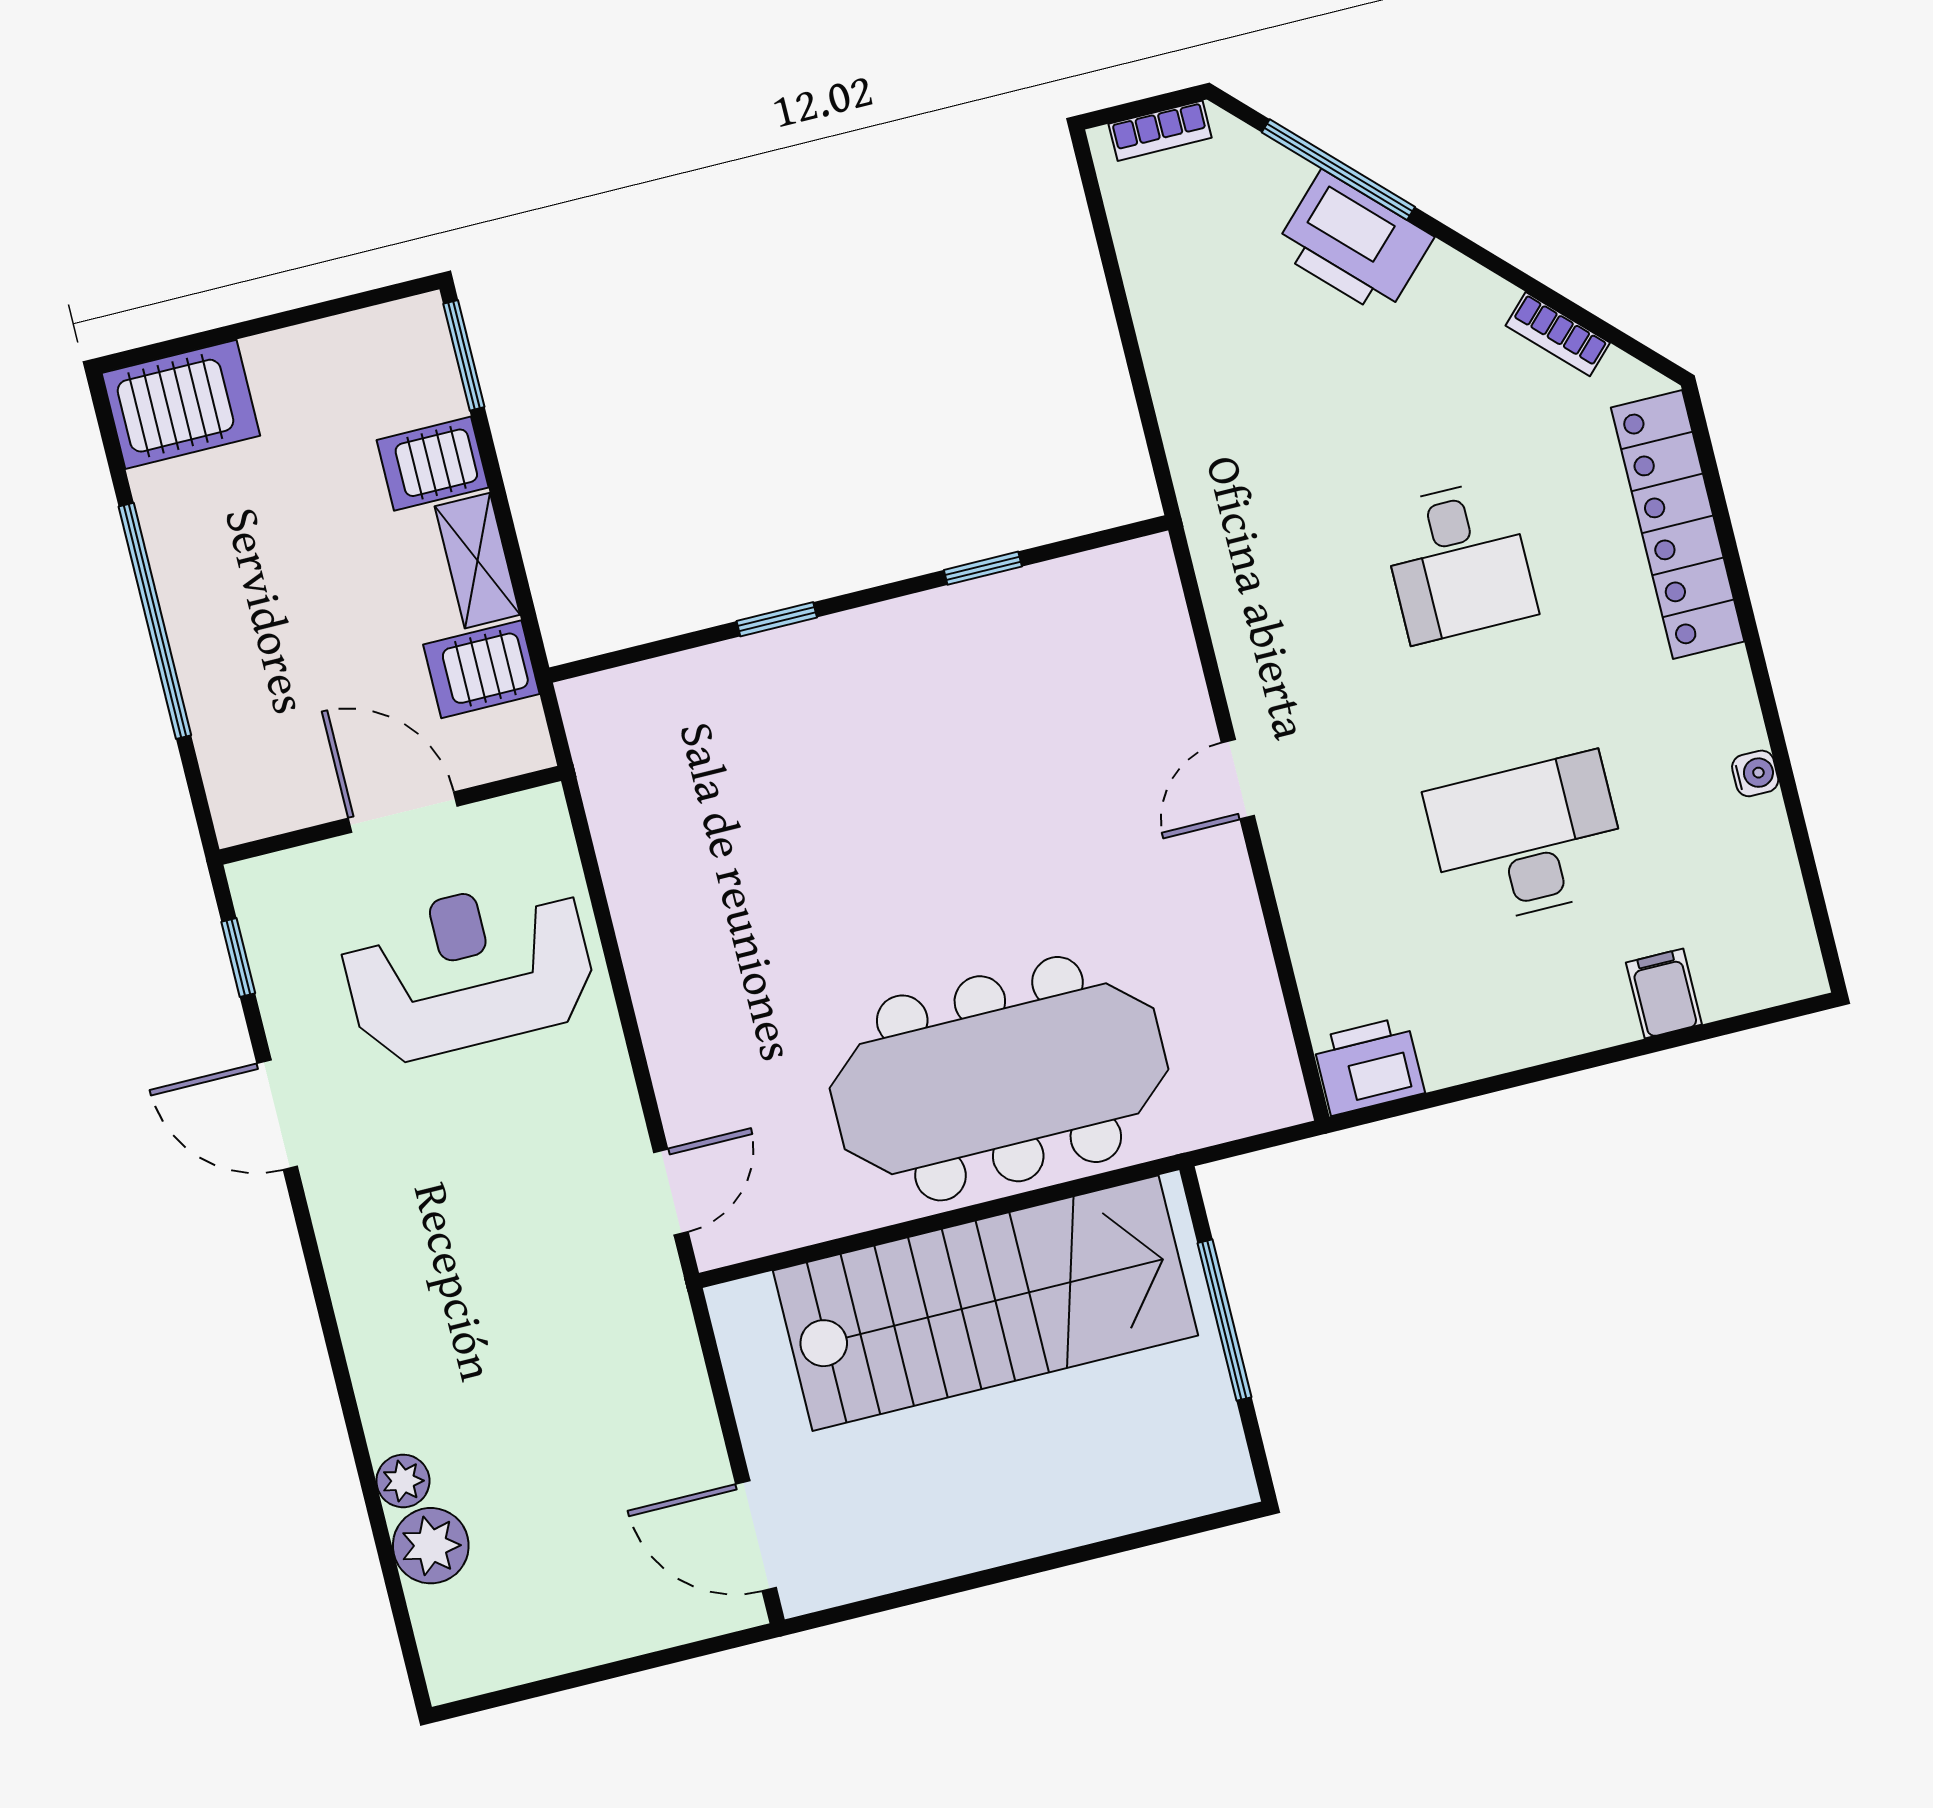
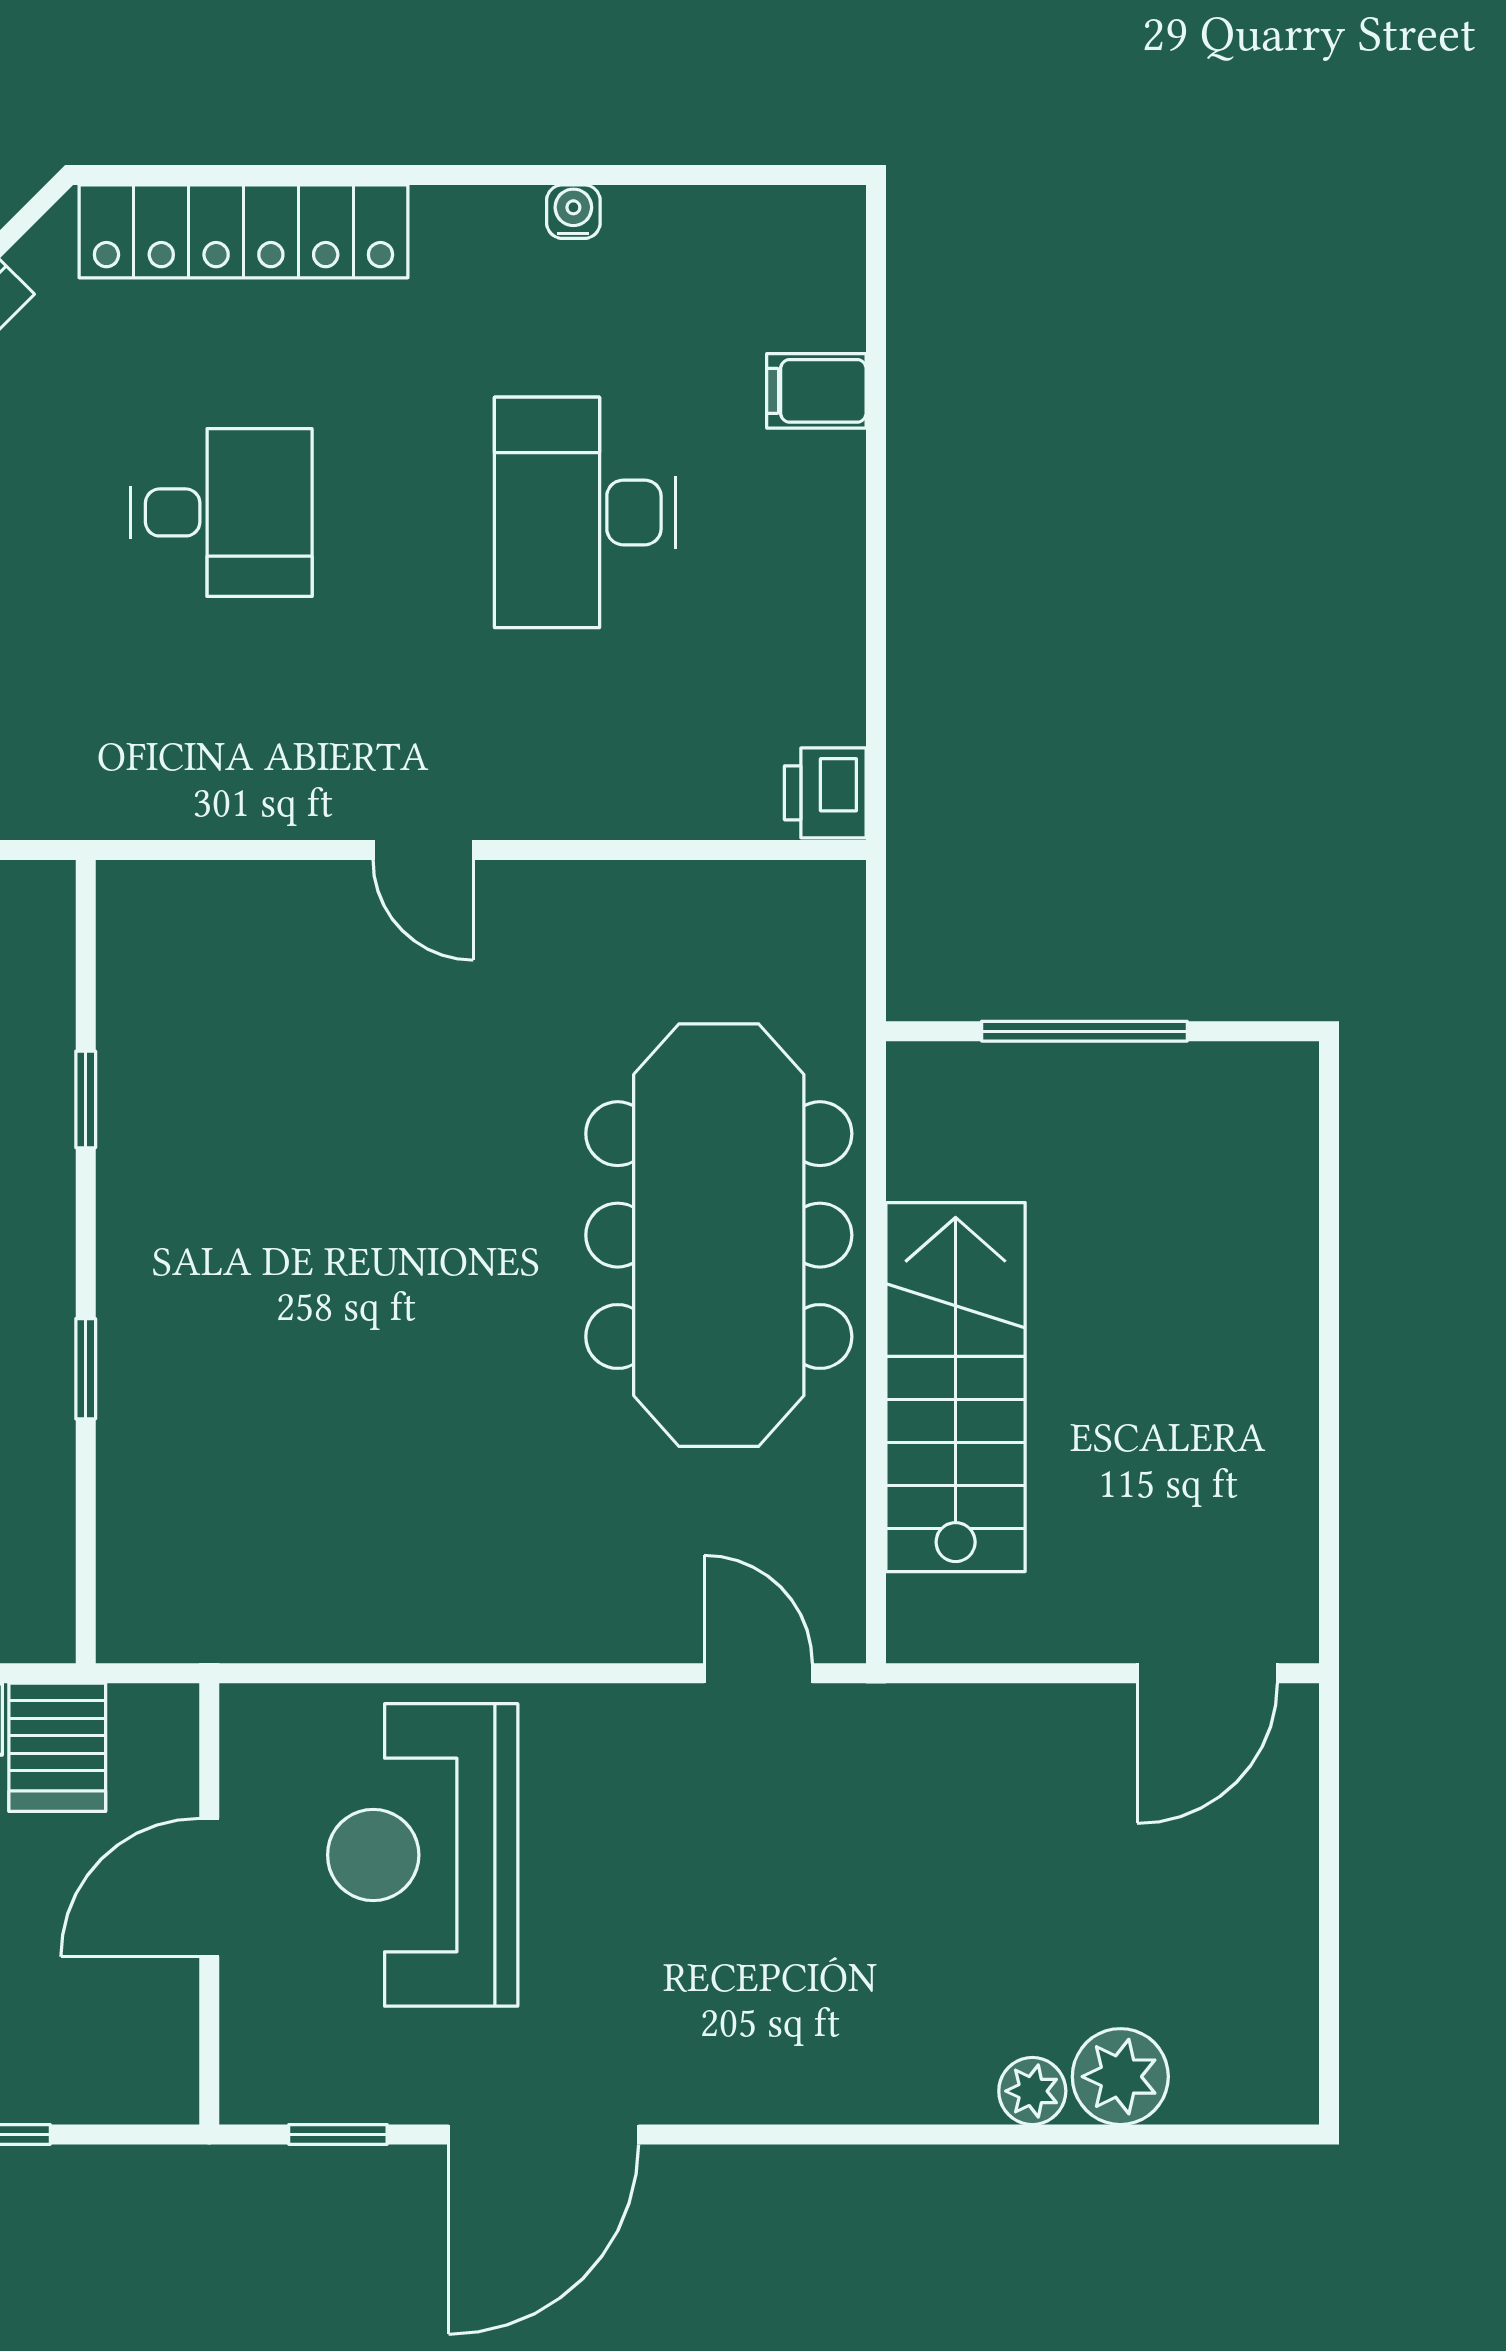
printer: (1368, 1066) -> (825, 793), width x0.73, depth x0.81
door: (277, 1115) -> (544, 2134), width x1.36
stairs: (986, 1303) -> (956, 1387), width x0.73, depth x0.66

